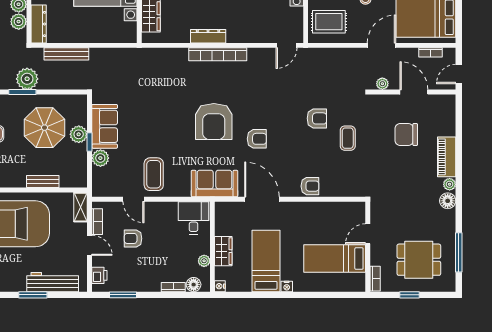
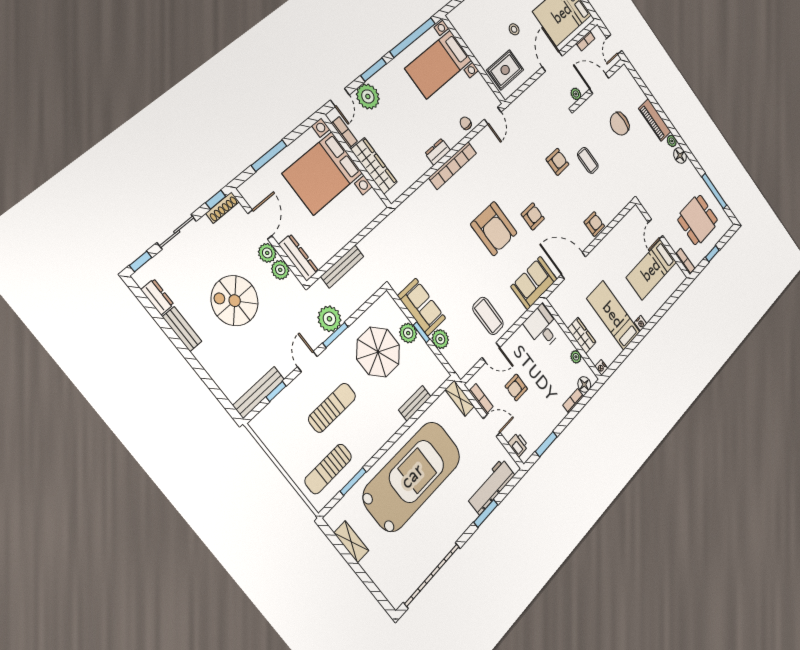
chair: (257, 34) -> (466, 123), added
dresser: (208, 36) -> (438, 152), width x0.70

